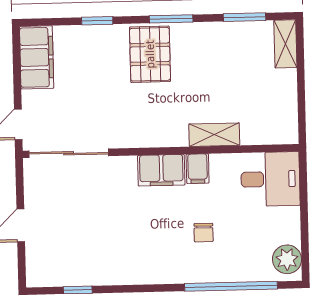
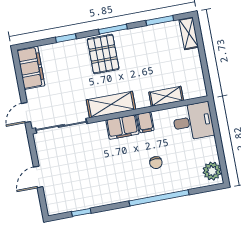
shelving: (150, 133) -> (111, 105), added
shelving: (214, 135) -> (166, 96), moved
window: (231, 286) -> (159, 198), moved

